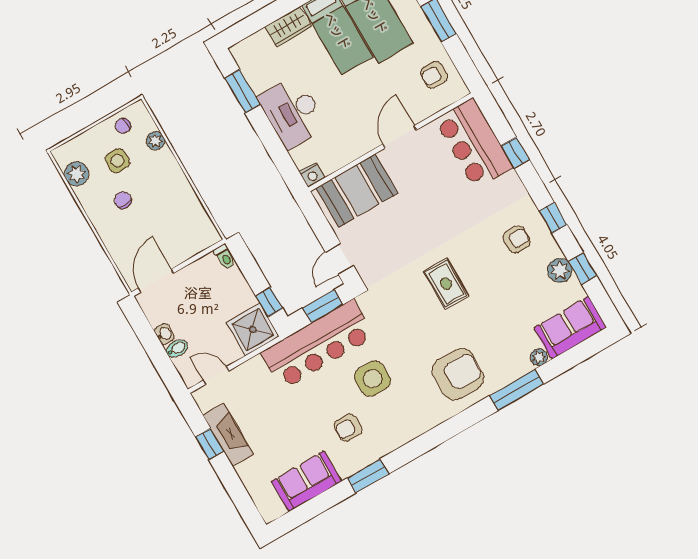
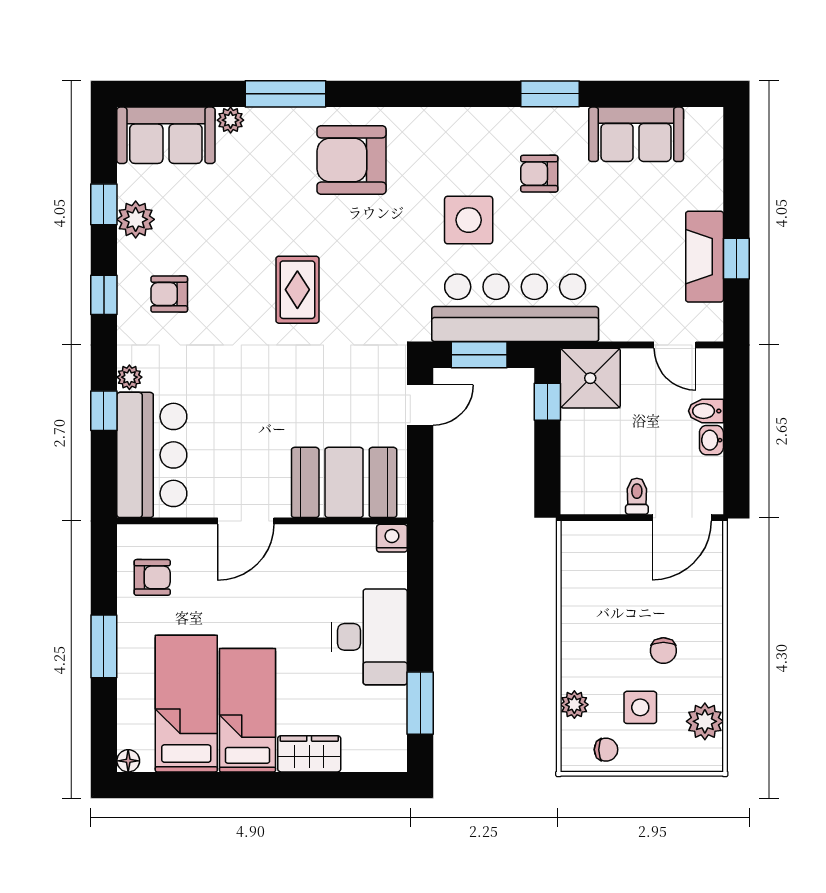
plant: (512, 180) -> (129, 377), added
toilet: (225, 257) -> (637, 496), moved
armchair: (348, 428) -> (539, 174), turned 180

